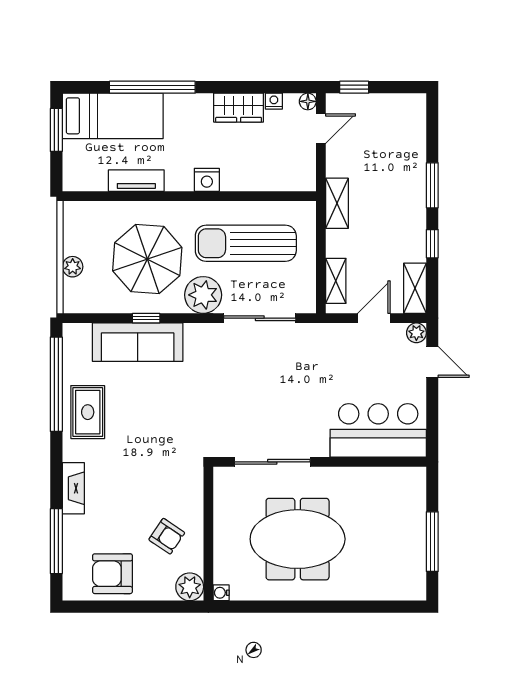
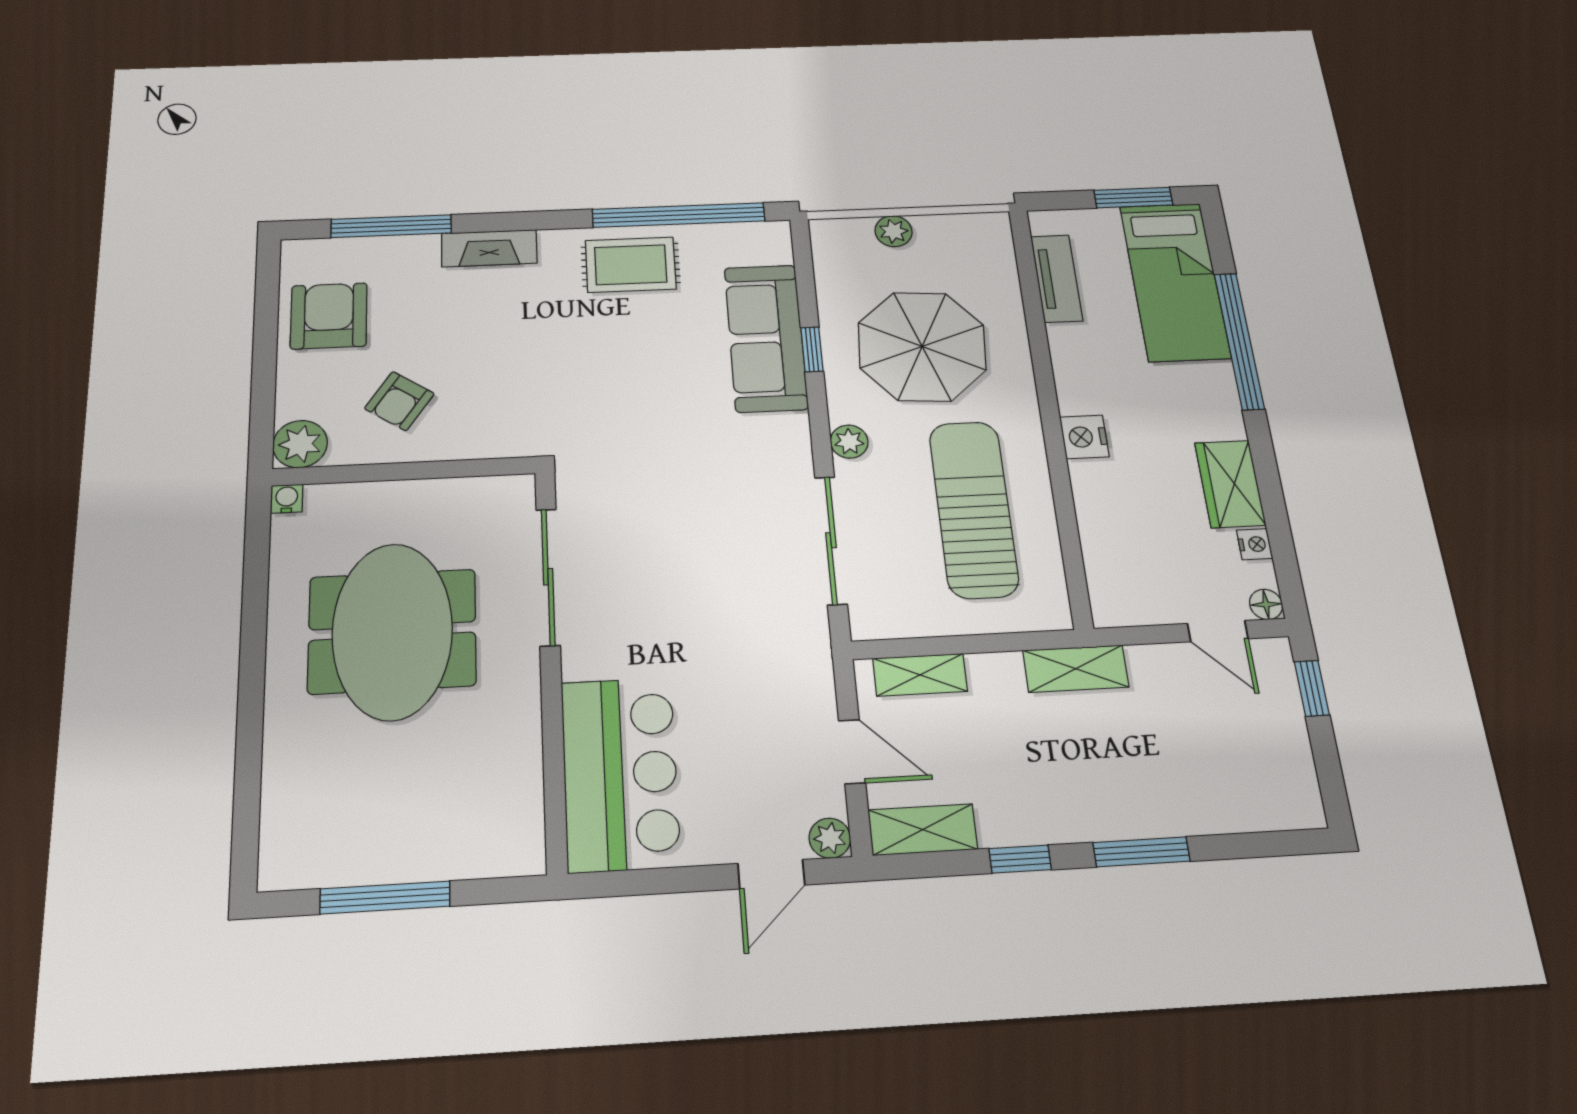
tv unit: (136, 181) -> (1057, 278), moved
plant: (203, 295) -> (849, 442), width x0.53, depth x0.53

